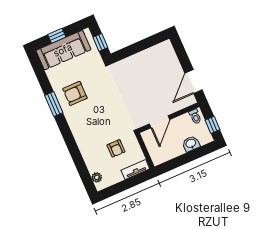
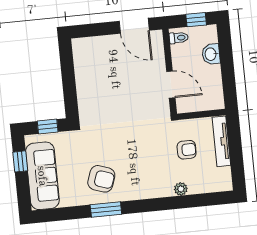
window: (57, 36) -> (20, 161), moved
armchair: (75, 93) -> (101, 179), turned -71
tv unit: (135, 169) -> (221, 141), width x1.41
plant: (97, 177) -> (181, 189), moved

